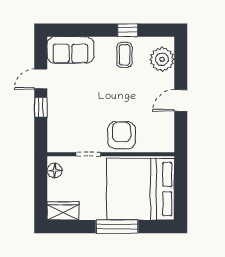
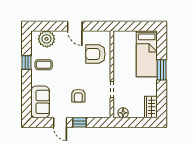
armchair: (79, 106) -> (78, 96), added
armchair: (121, 135) -> (95, 54), moved
bed: (140, 189) -> (147, 54), width x0.49
window: (117, 227) -> (162, 70), width x0.69

